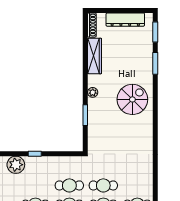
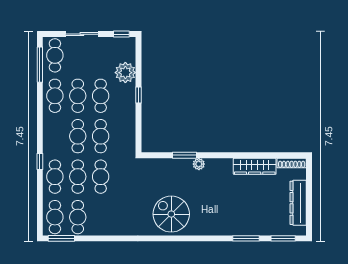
plant: (93, 92) -> (199, 164), moved
spiral stairs: (132, 99) -> (171, 214), moved, turned 180
cafe table: (35, 185) -> (101, 96), added

